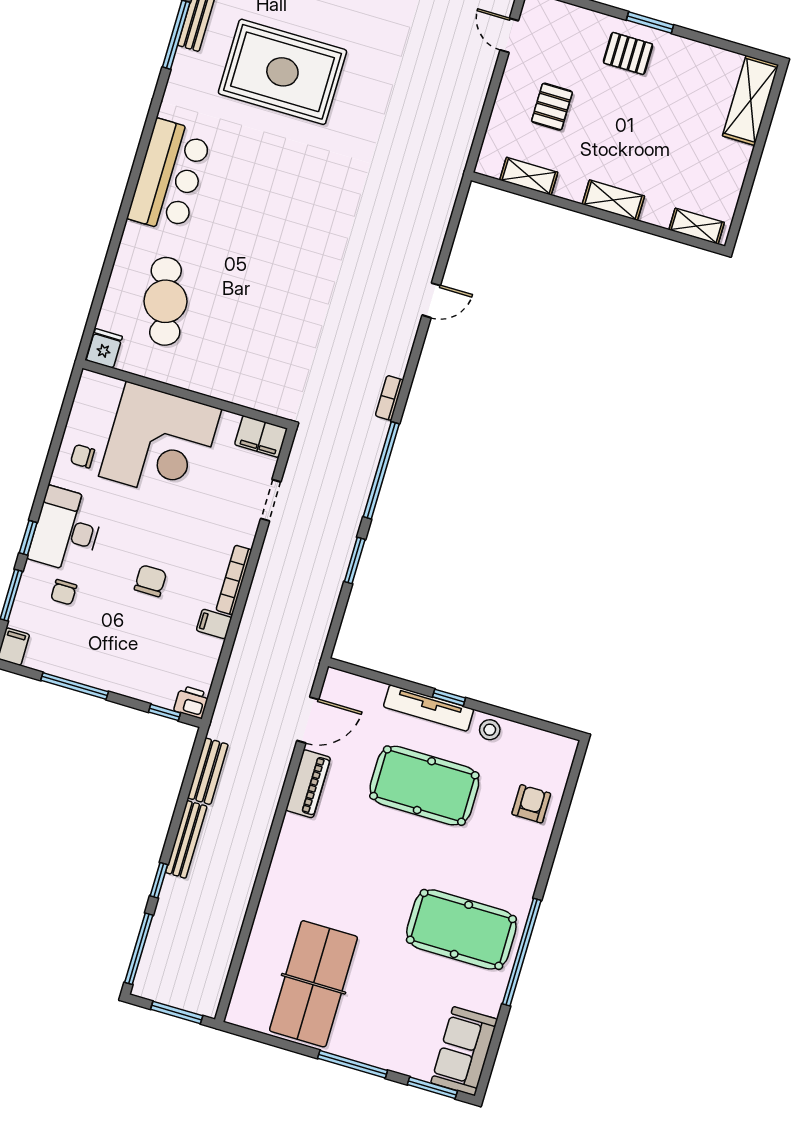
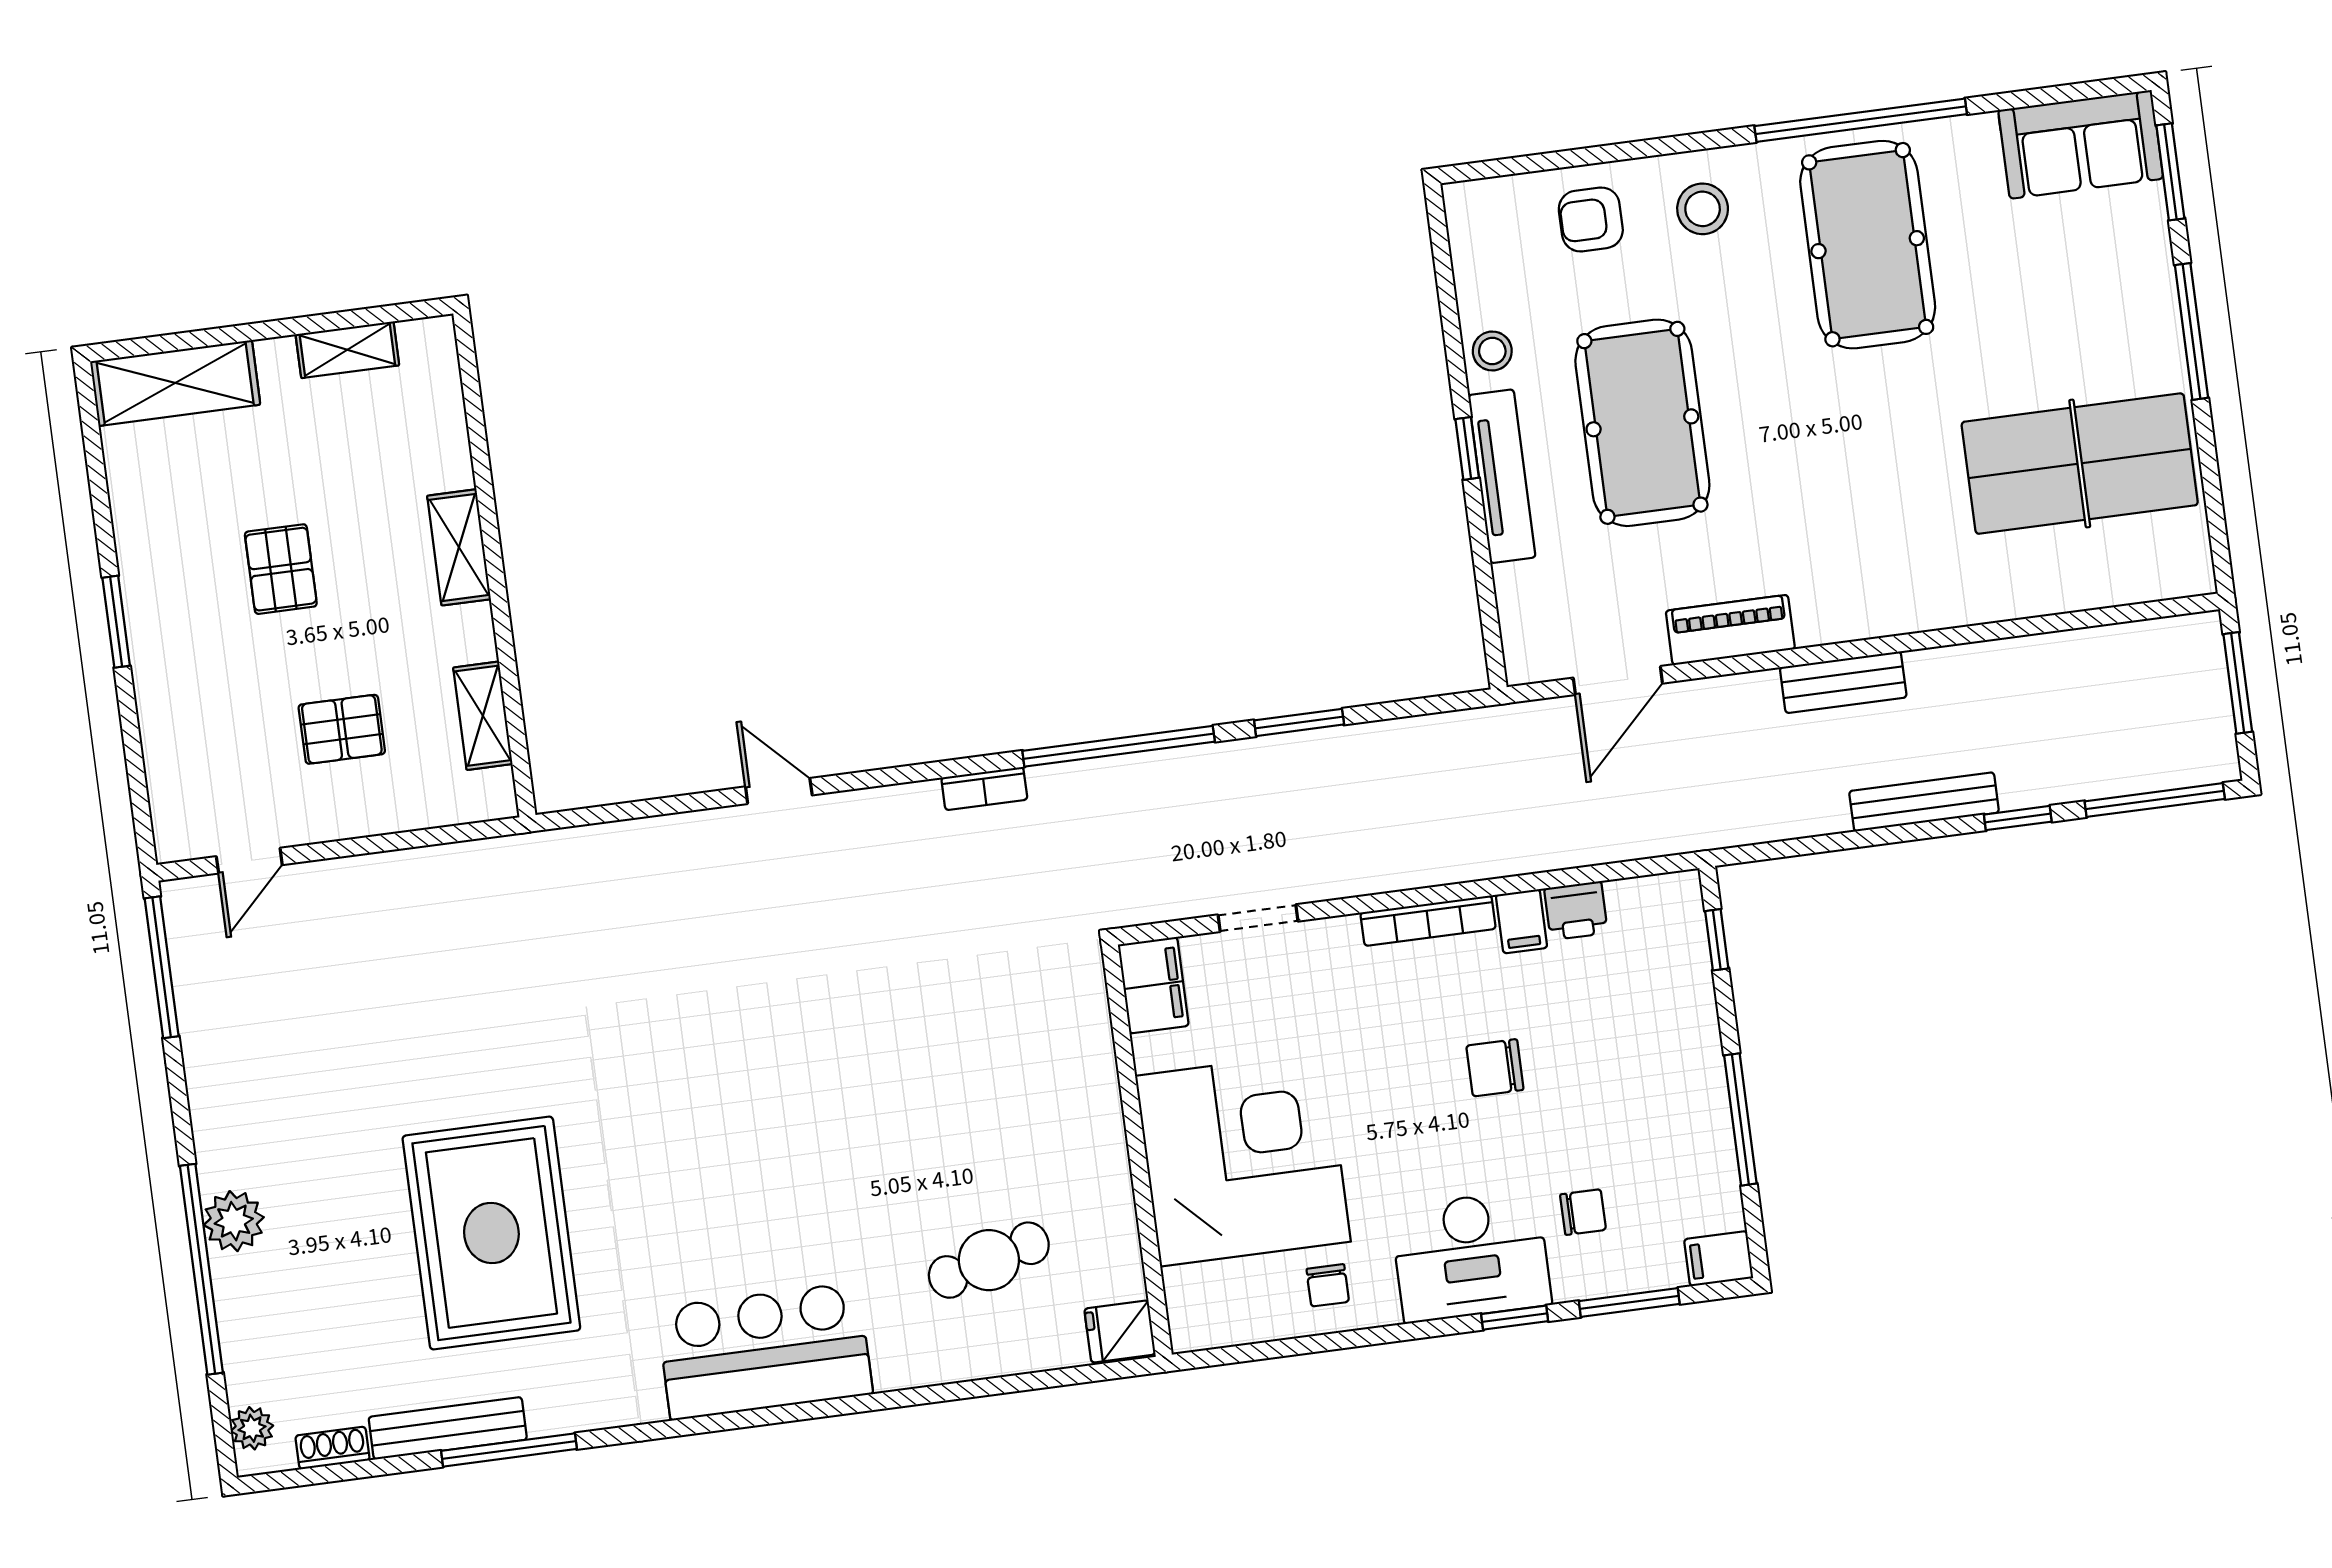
pallet: (628, 53) -> (281, 569), moved
shelving: (697, 226) -> (347, 350), moved, turned 90
cafe table: (165, 301) -> (989, 1260), width x0.73, depth x0.74
printer: (192, 702) -> (1576, 911), moved, turned -90
door: (308, 720) -> (1618, 681), swing flipped
bench: (208, 771) -> (1843, 682), moved
stool: (513, 859) -> (1703, 209), added

